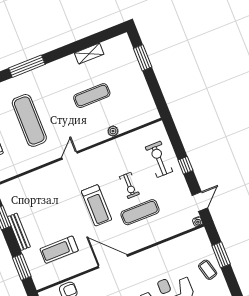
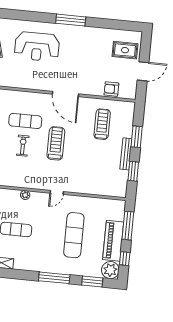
plant: (113, 131) -> (25, 195), moved
treadmill: (59, 250) -> (102, 124), turned -90
window: (22, 267) -> (137, 137), moved

